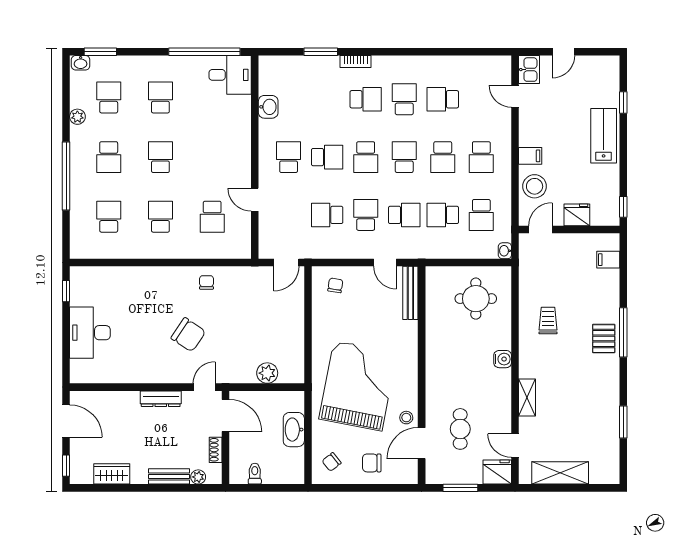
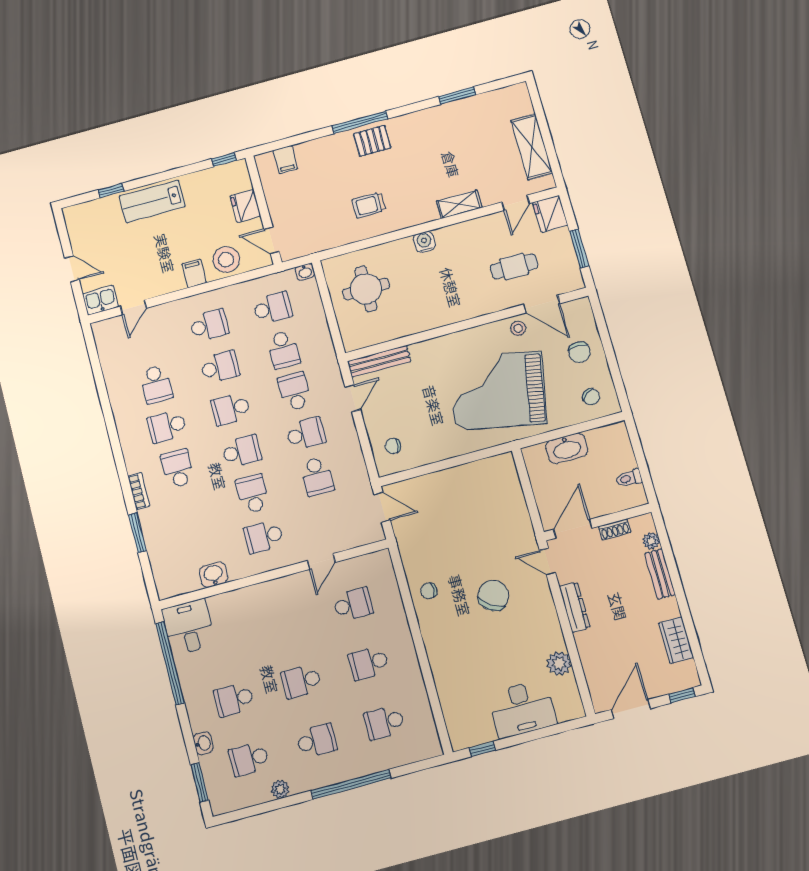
washbasin: (81, 63) -> (203, 743), moved
school desk: (366, 215) -> (306, 434), turned 180
plant: (267, 373) -> (559, 663), moved

